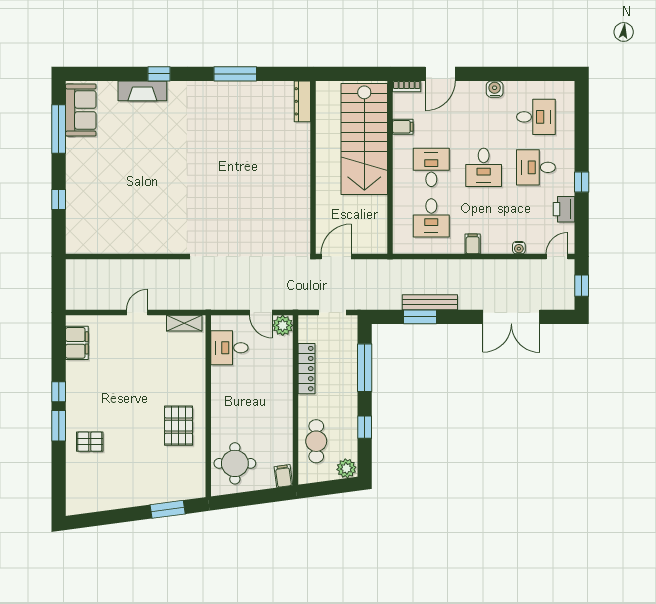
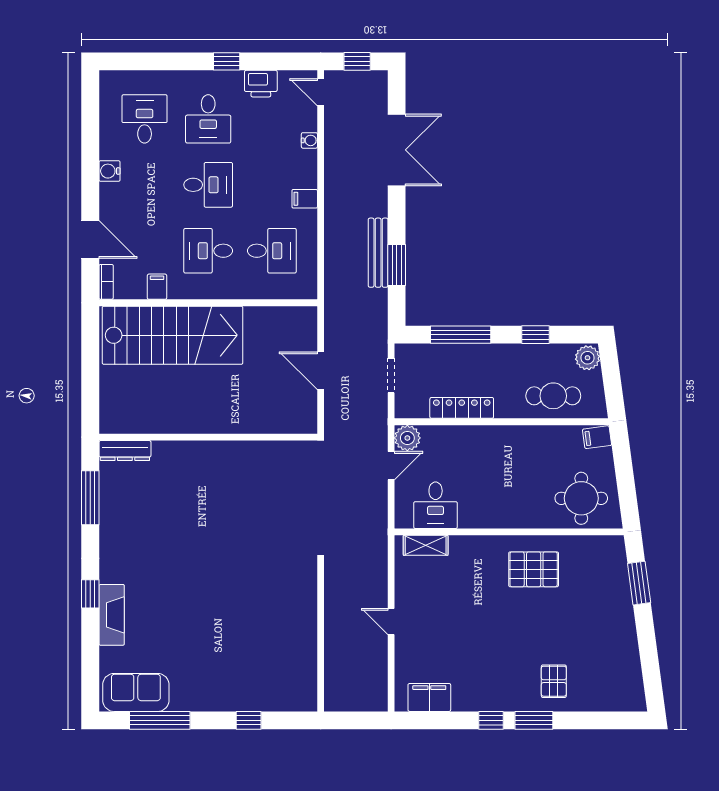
dresser: (302, 101) -> (125, 451), moved
wall: (313, 167) -> (208, 437), moved
shelving: (184, 323) -> (426, 545), moved, turned 90

